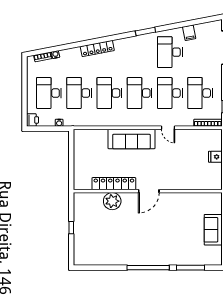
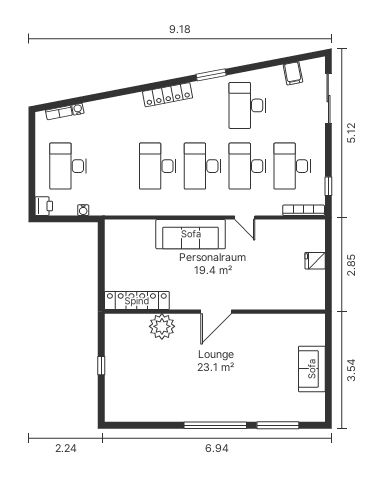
filing cabinet: (189, 33) -> (293, 73), moved
locker: (97, 48) -> (168, 95), moved
desk: (79, 93) -> (113, 166), removed
locker: (114, 184) -> (137, 301), moved

